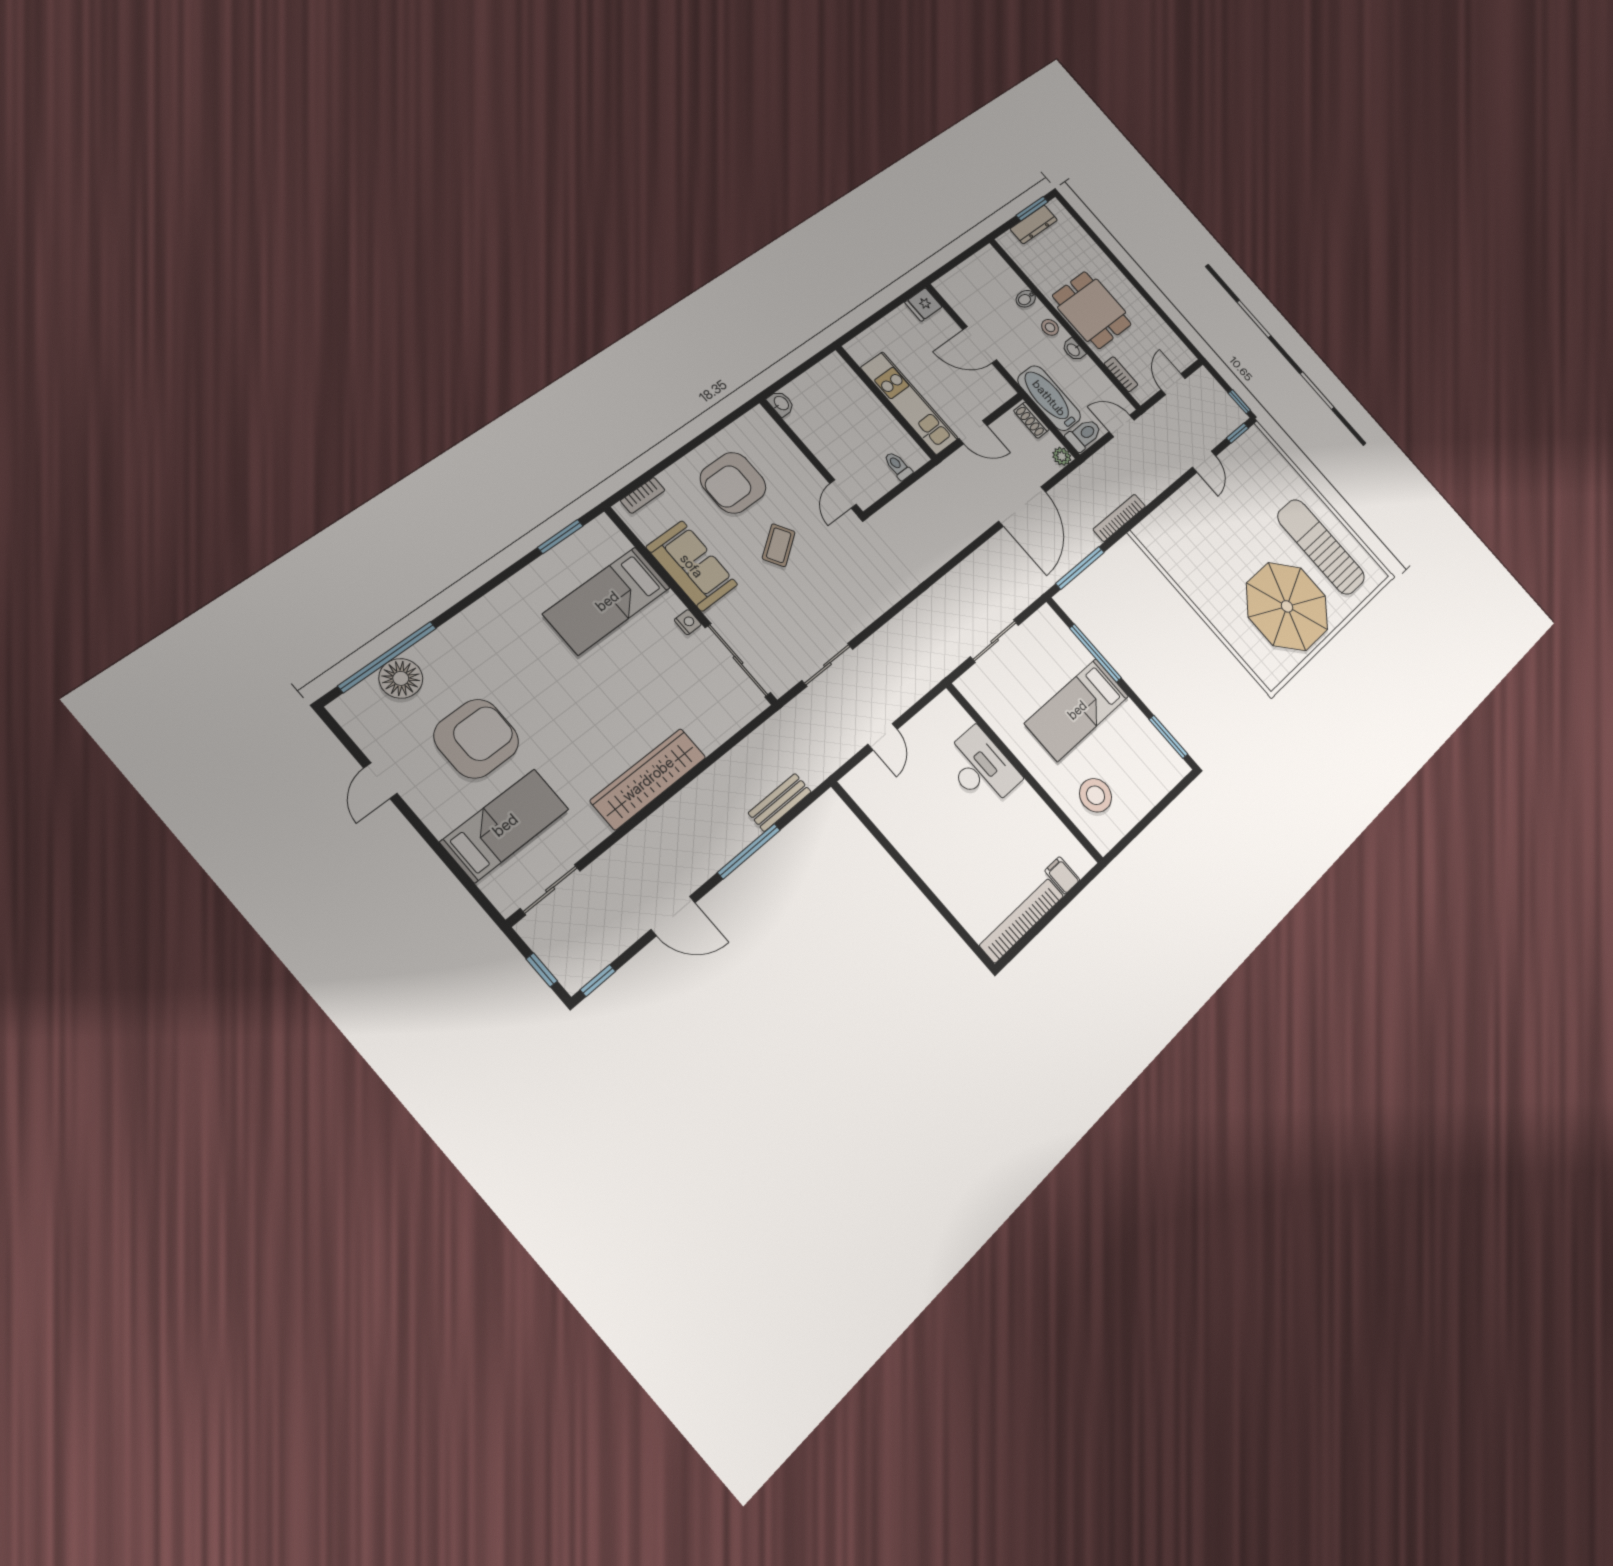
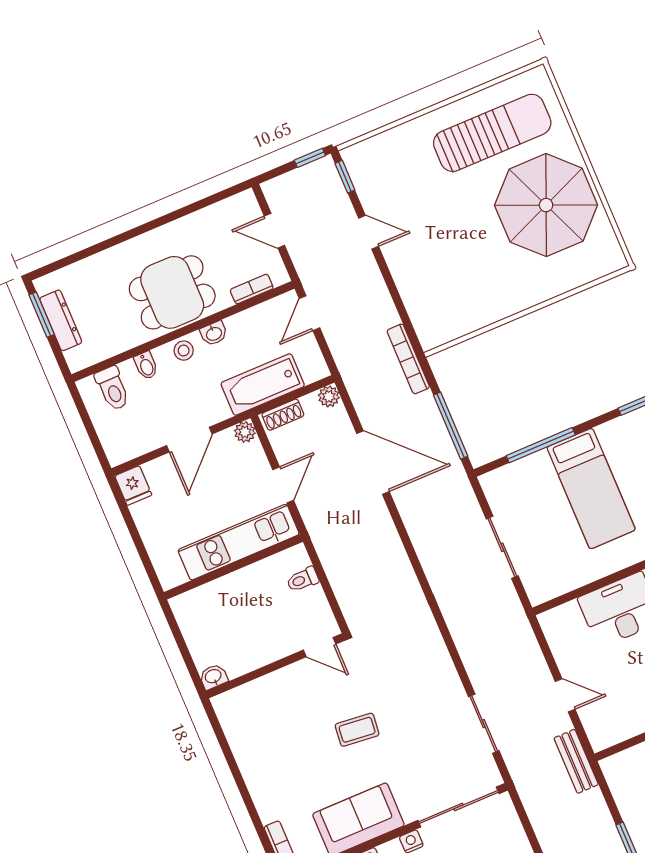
plant: (1004, 391) -> (245, 432), added
toilet: (1084, 435) -> (112, 388), moved, turned 180
armchair: (733, 483) -> (285, 753), removed
coffee table: (779, 545) -> (357, 730), turned -51
sun lounger: (1321, 547) -> (492, 133), turned 180
bench: (780, 802) -> (576, 761), moved

